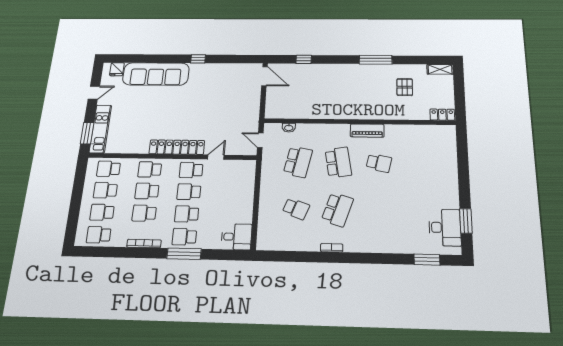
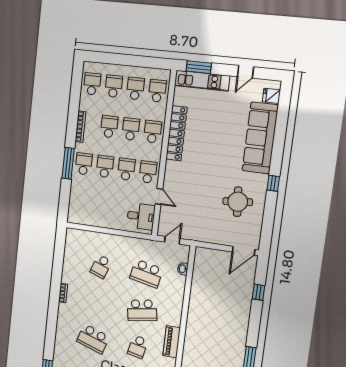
round table: (217, 86) -> (238, 202), added
door: (94, 93) -> (245, 72), hinge flipped
locker: (177, 147) -> (176, 133), moved
school desk: (337, 210) -> (93, 339), moved
desk: (236, 237) -> (141, 216), moved, turned -90

